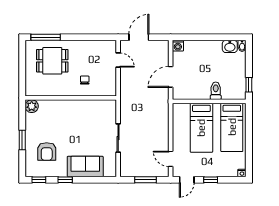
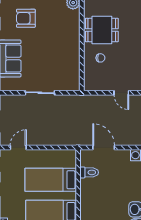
door: (118, 60) -> (121, 93), hinge flipped
dining table: (52, 61) -> (102, 30), moved, turned 90
toilet: (216, 91) -> (89, 172), moved

